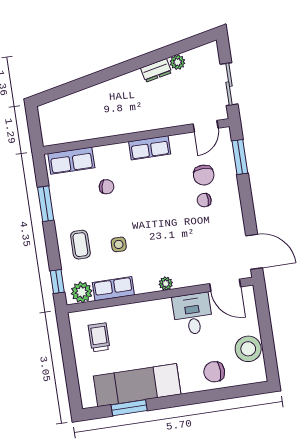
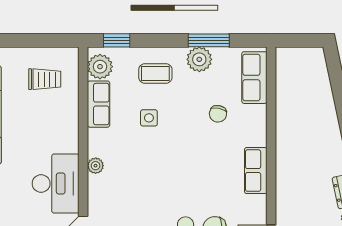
plant: (63, 209) -> (199, 59), added
desk: (193, 314) -> (56, 184), width x1.37

